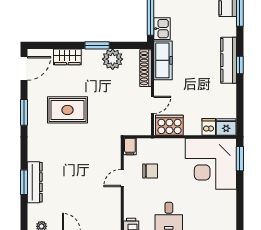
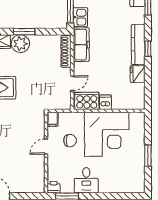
plant: (113, 59) -> (20, 44), moved
dishwasher: (209, 127) -> (105, 102), moved
fridge: (226, 127) -> (138, 74), moved, turned -90
window: (240, 159) -> (148, 156), moved
corner desk: (211, 164) -> (107, 134), moved, turned -90

